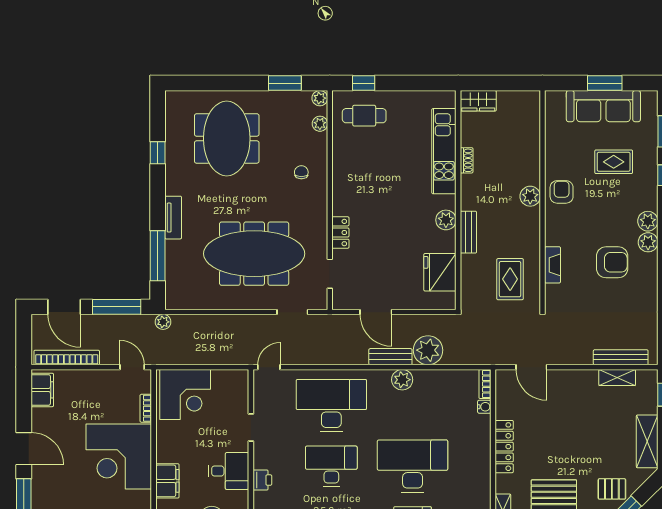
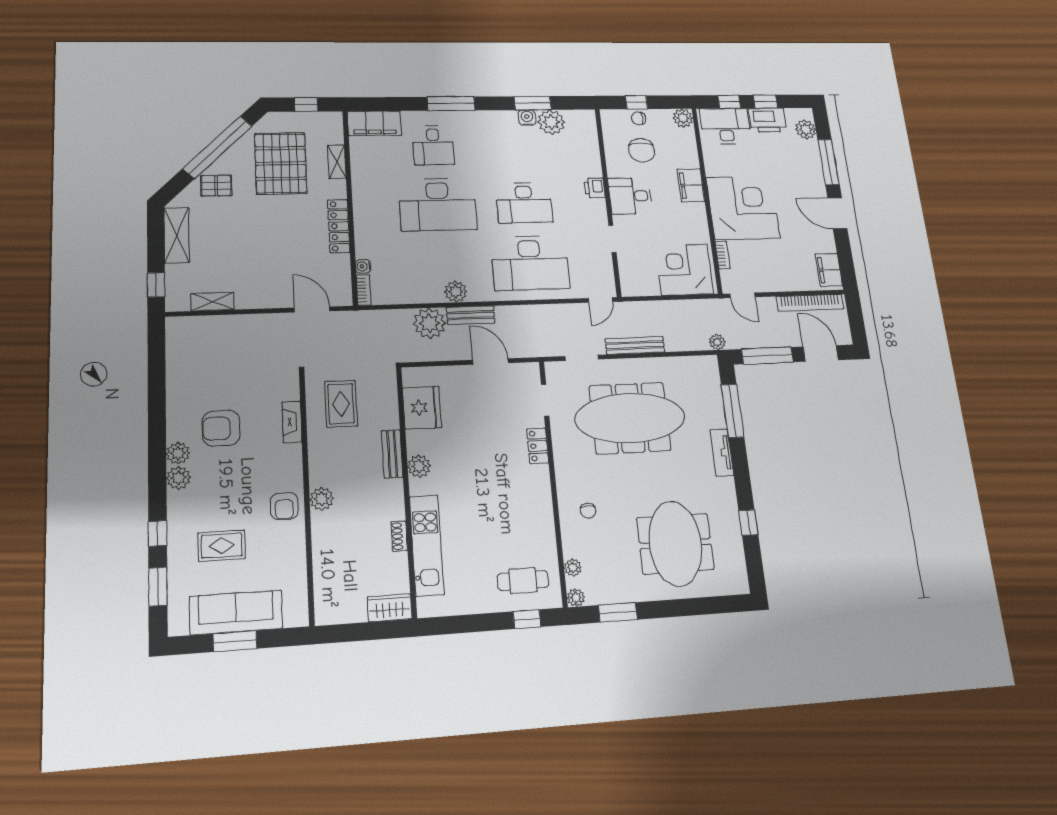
bench: (621, 357) -> (635, 345), moved

